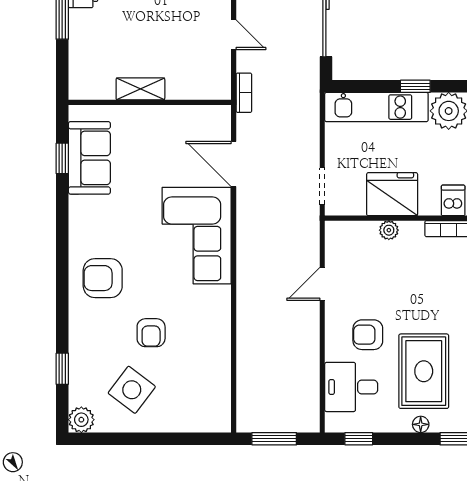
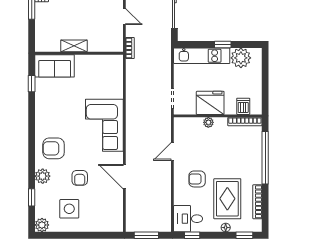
sofa: (89, 158) -> (55, 66), moved, turned 90
door: (234, 164) -> (124, 177), moved
plant: (82, 329) -> (43, 176), added
desk: (351, 387) -> (188, 219), moved
side table: (132, 390) -> (69, 209), turned -37

